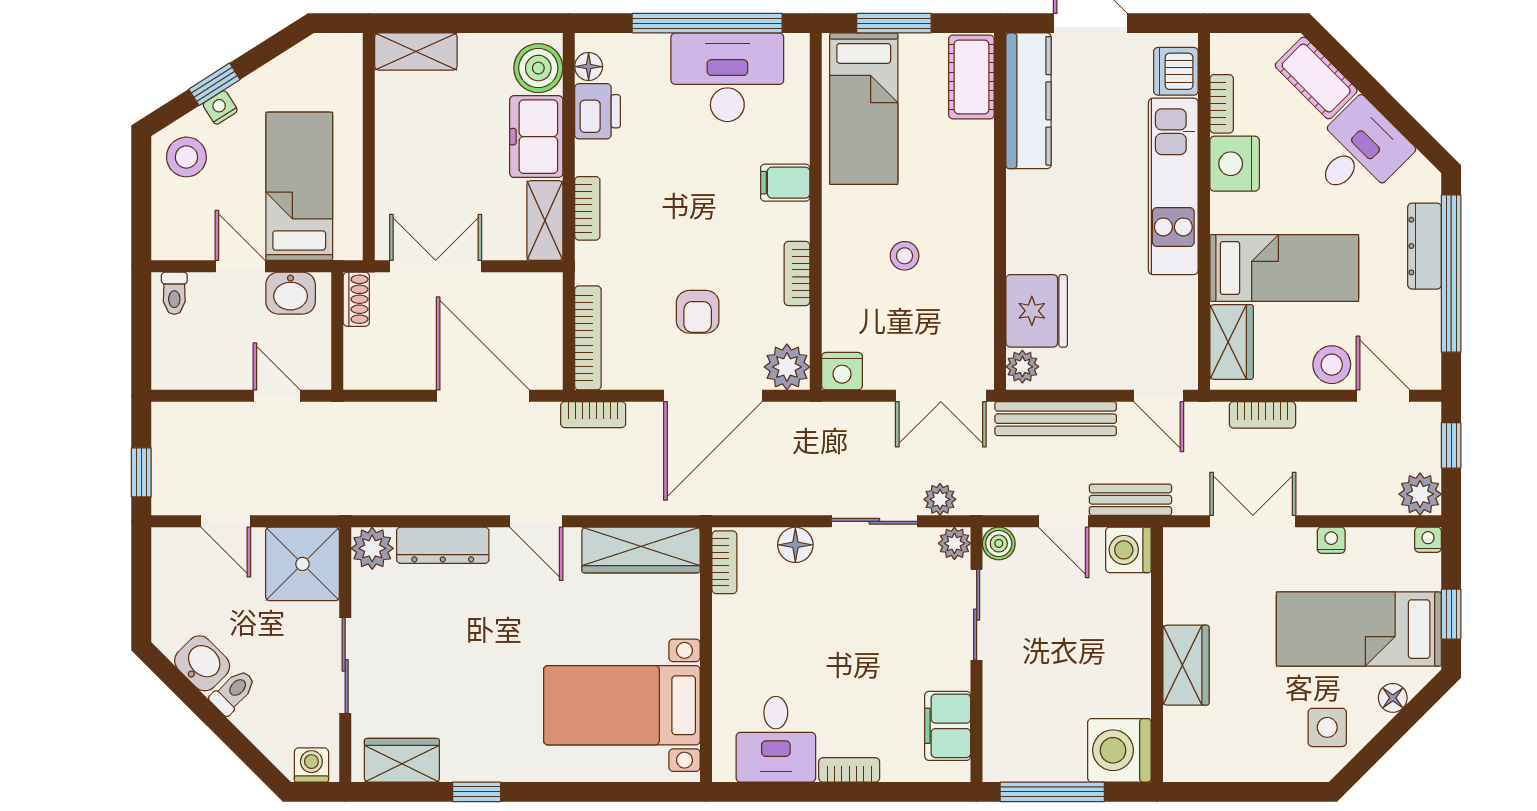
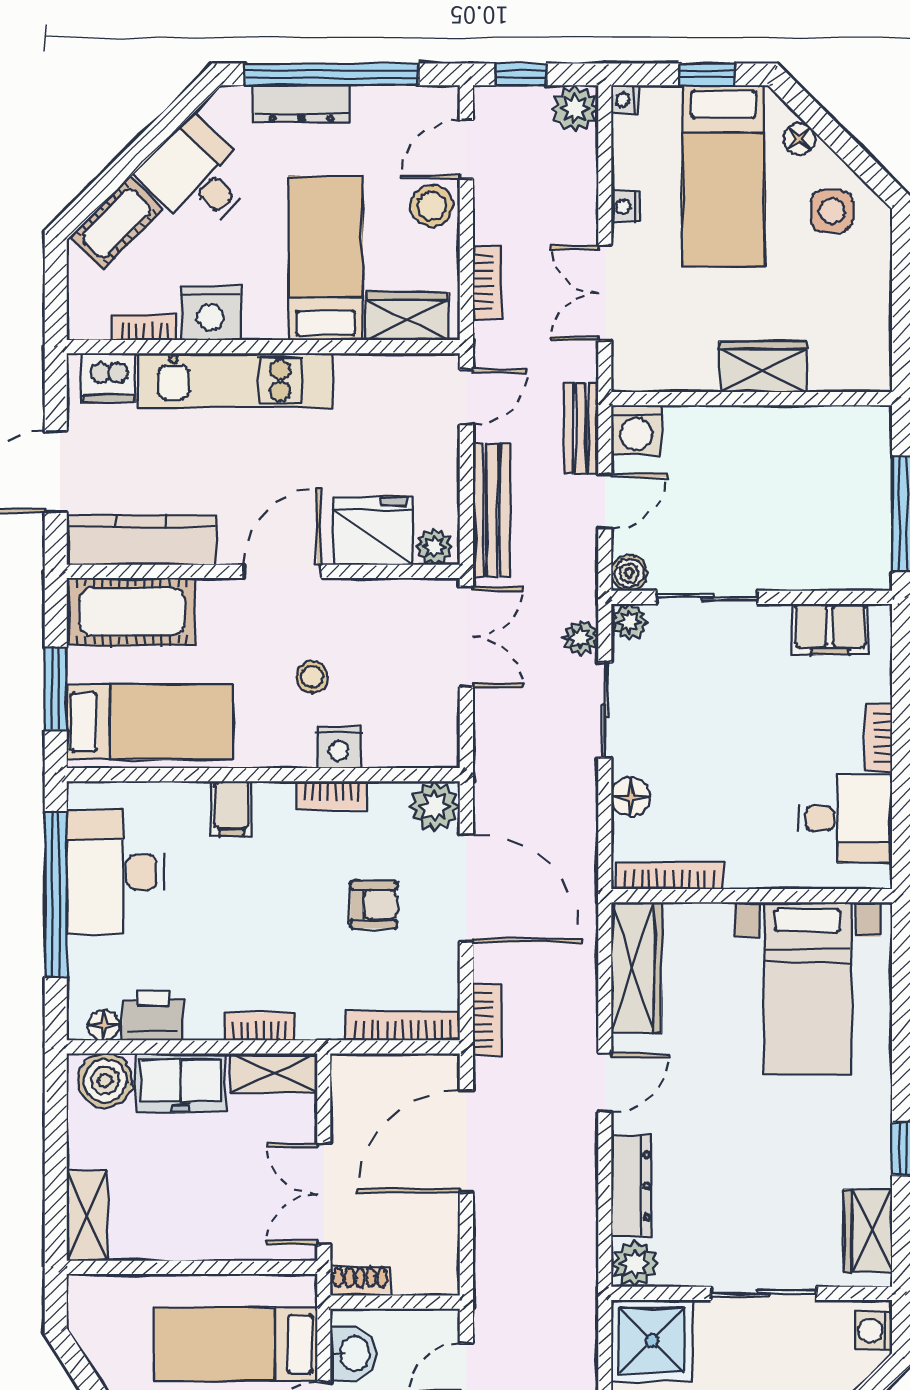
cot: (971, 77) -> (132, 612), width x1.37, depth x1.34
door: (1000, 229) -> (282, 571), added
nightstand: (842, 371) -> (339, 748), moved, turned 90
bookcase: (724, 562) -> (669, 875), width x1.56
washing machine: (1119, 750) -> (857, 440), removed

